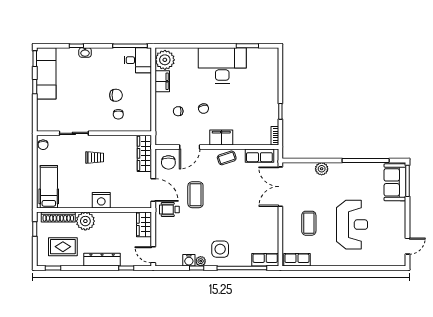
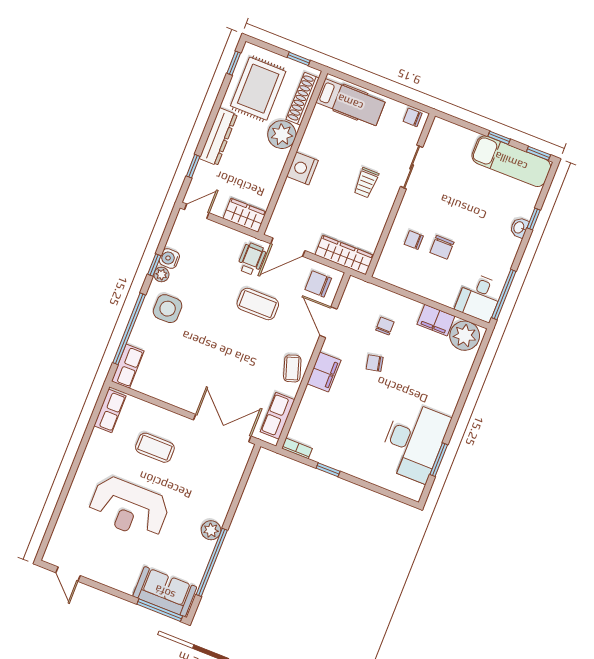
desk: (222, 65) -> (414, 441), moved
plant: (322, 169) -> (211, 530), moved
rug: (63, 247) -> (258, 89), width x1.36, depth x1.43

